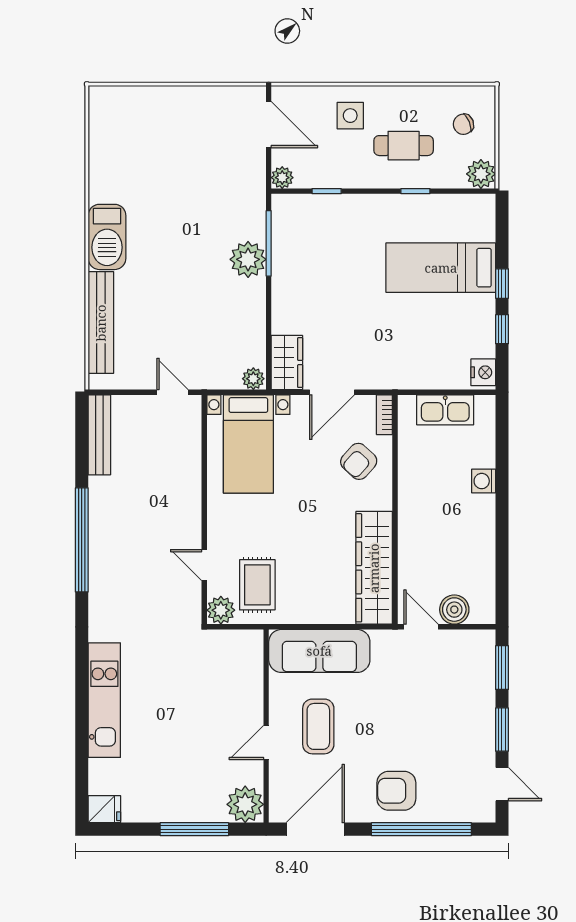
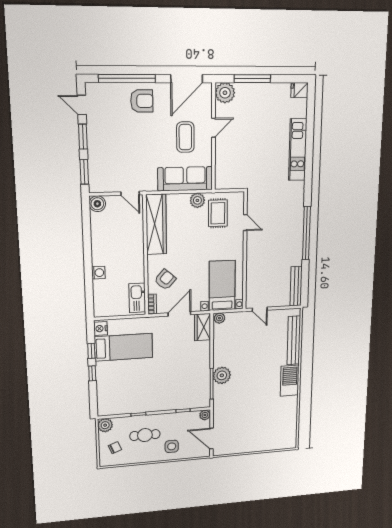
bed: (441, 268) -> (124, 347), moved
kitchen sink: (445, 410) -> (137, 298), moved, turned -90
plant: (221, 610) -> (197, 200), moved
boiler: (454, 610) -> (97, 204), moved

